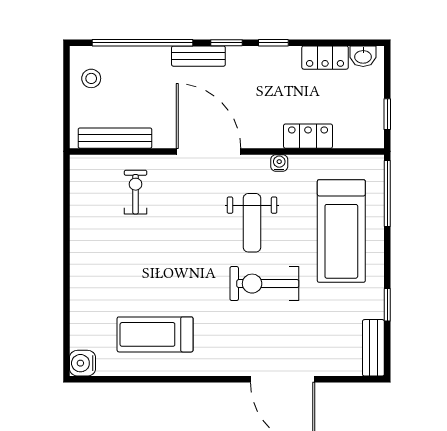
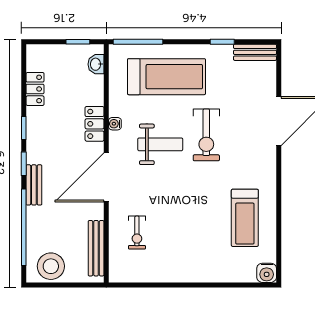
washbasin: (363, 56) -> (96, 64), moved, turned 180
stool: (91, 78) -> (51, 266), width x1.89, depth x1.89
locker: (308, 136) -> (95, 124), moved
exercise bike: (136, 192) -> (137, 233), turned -90

